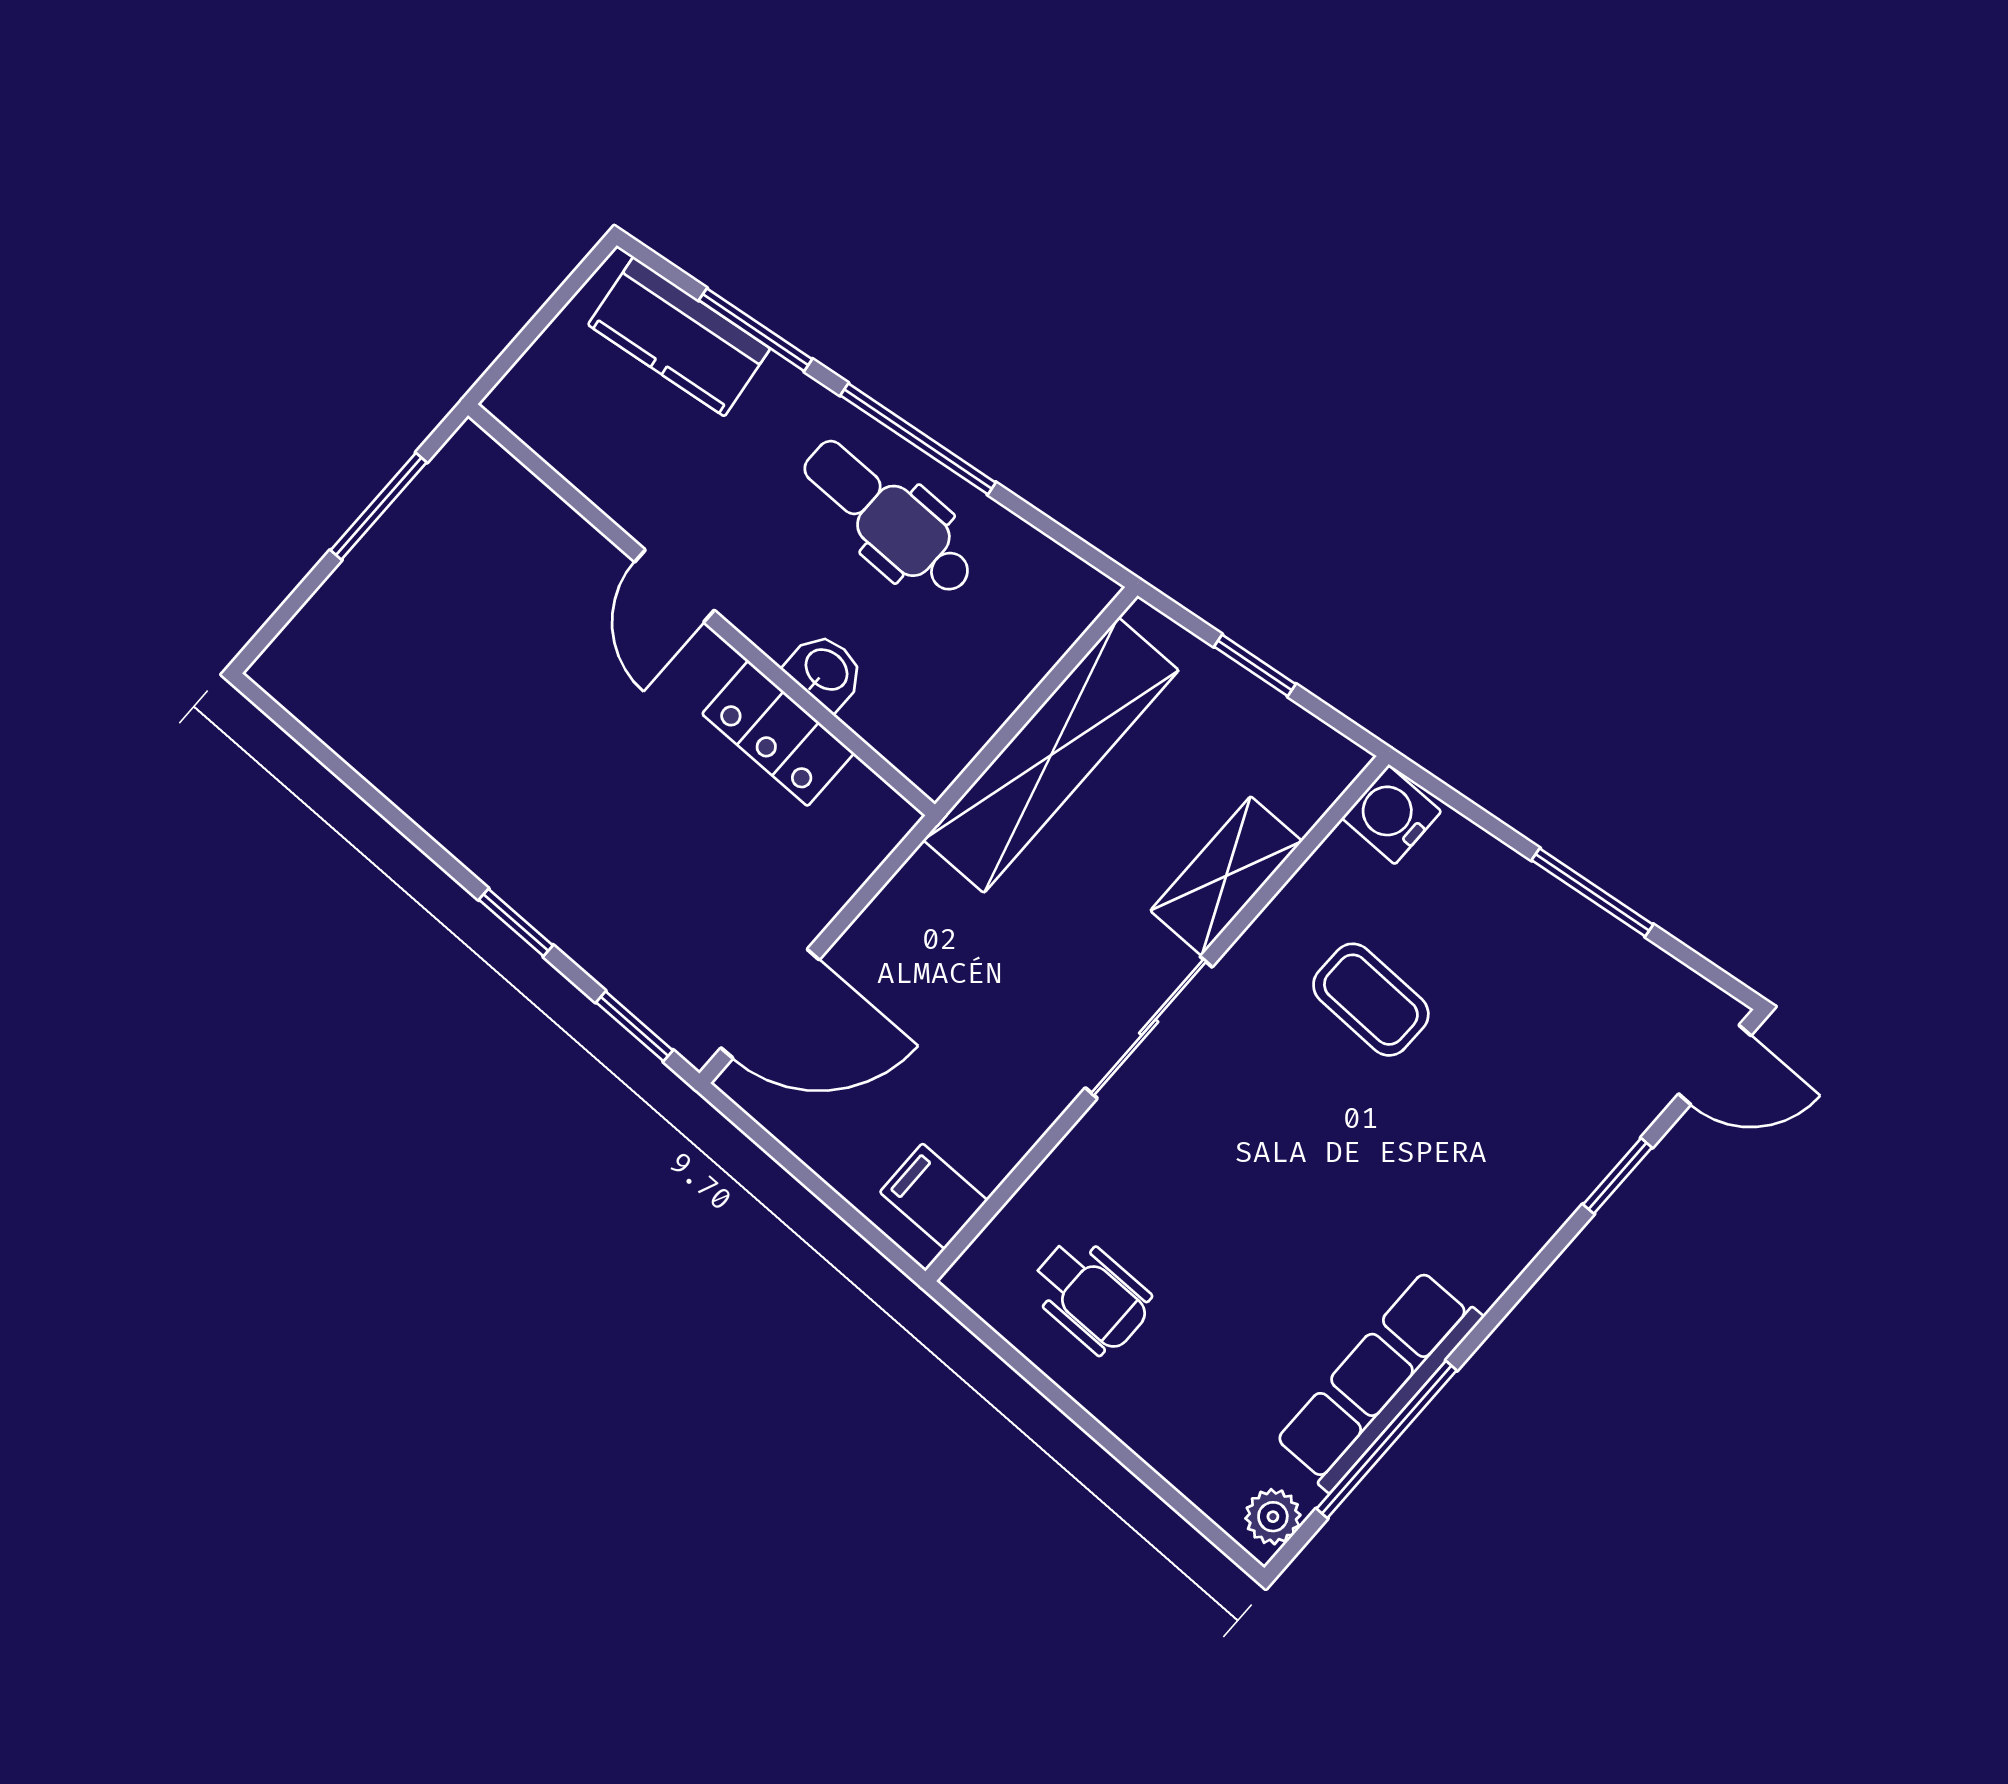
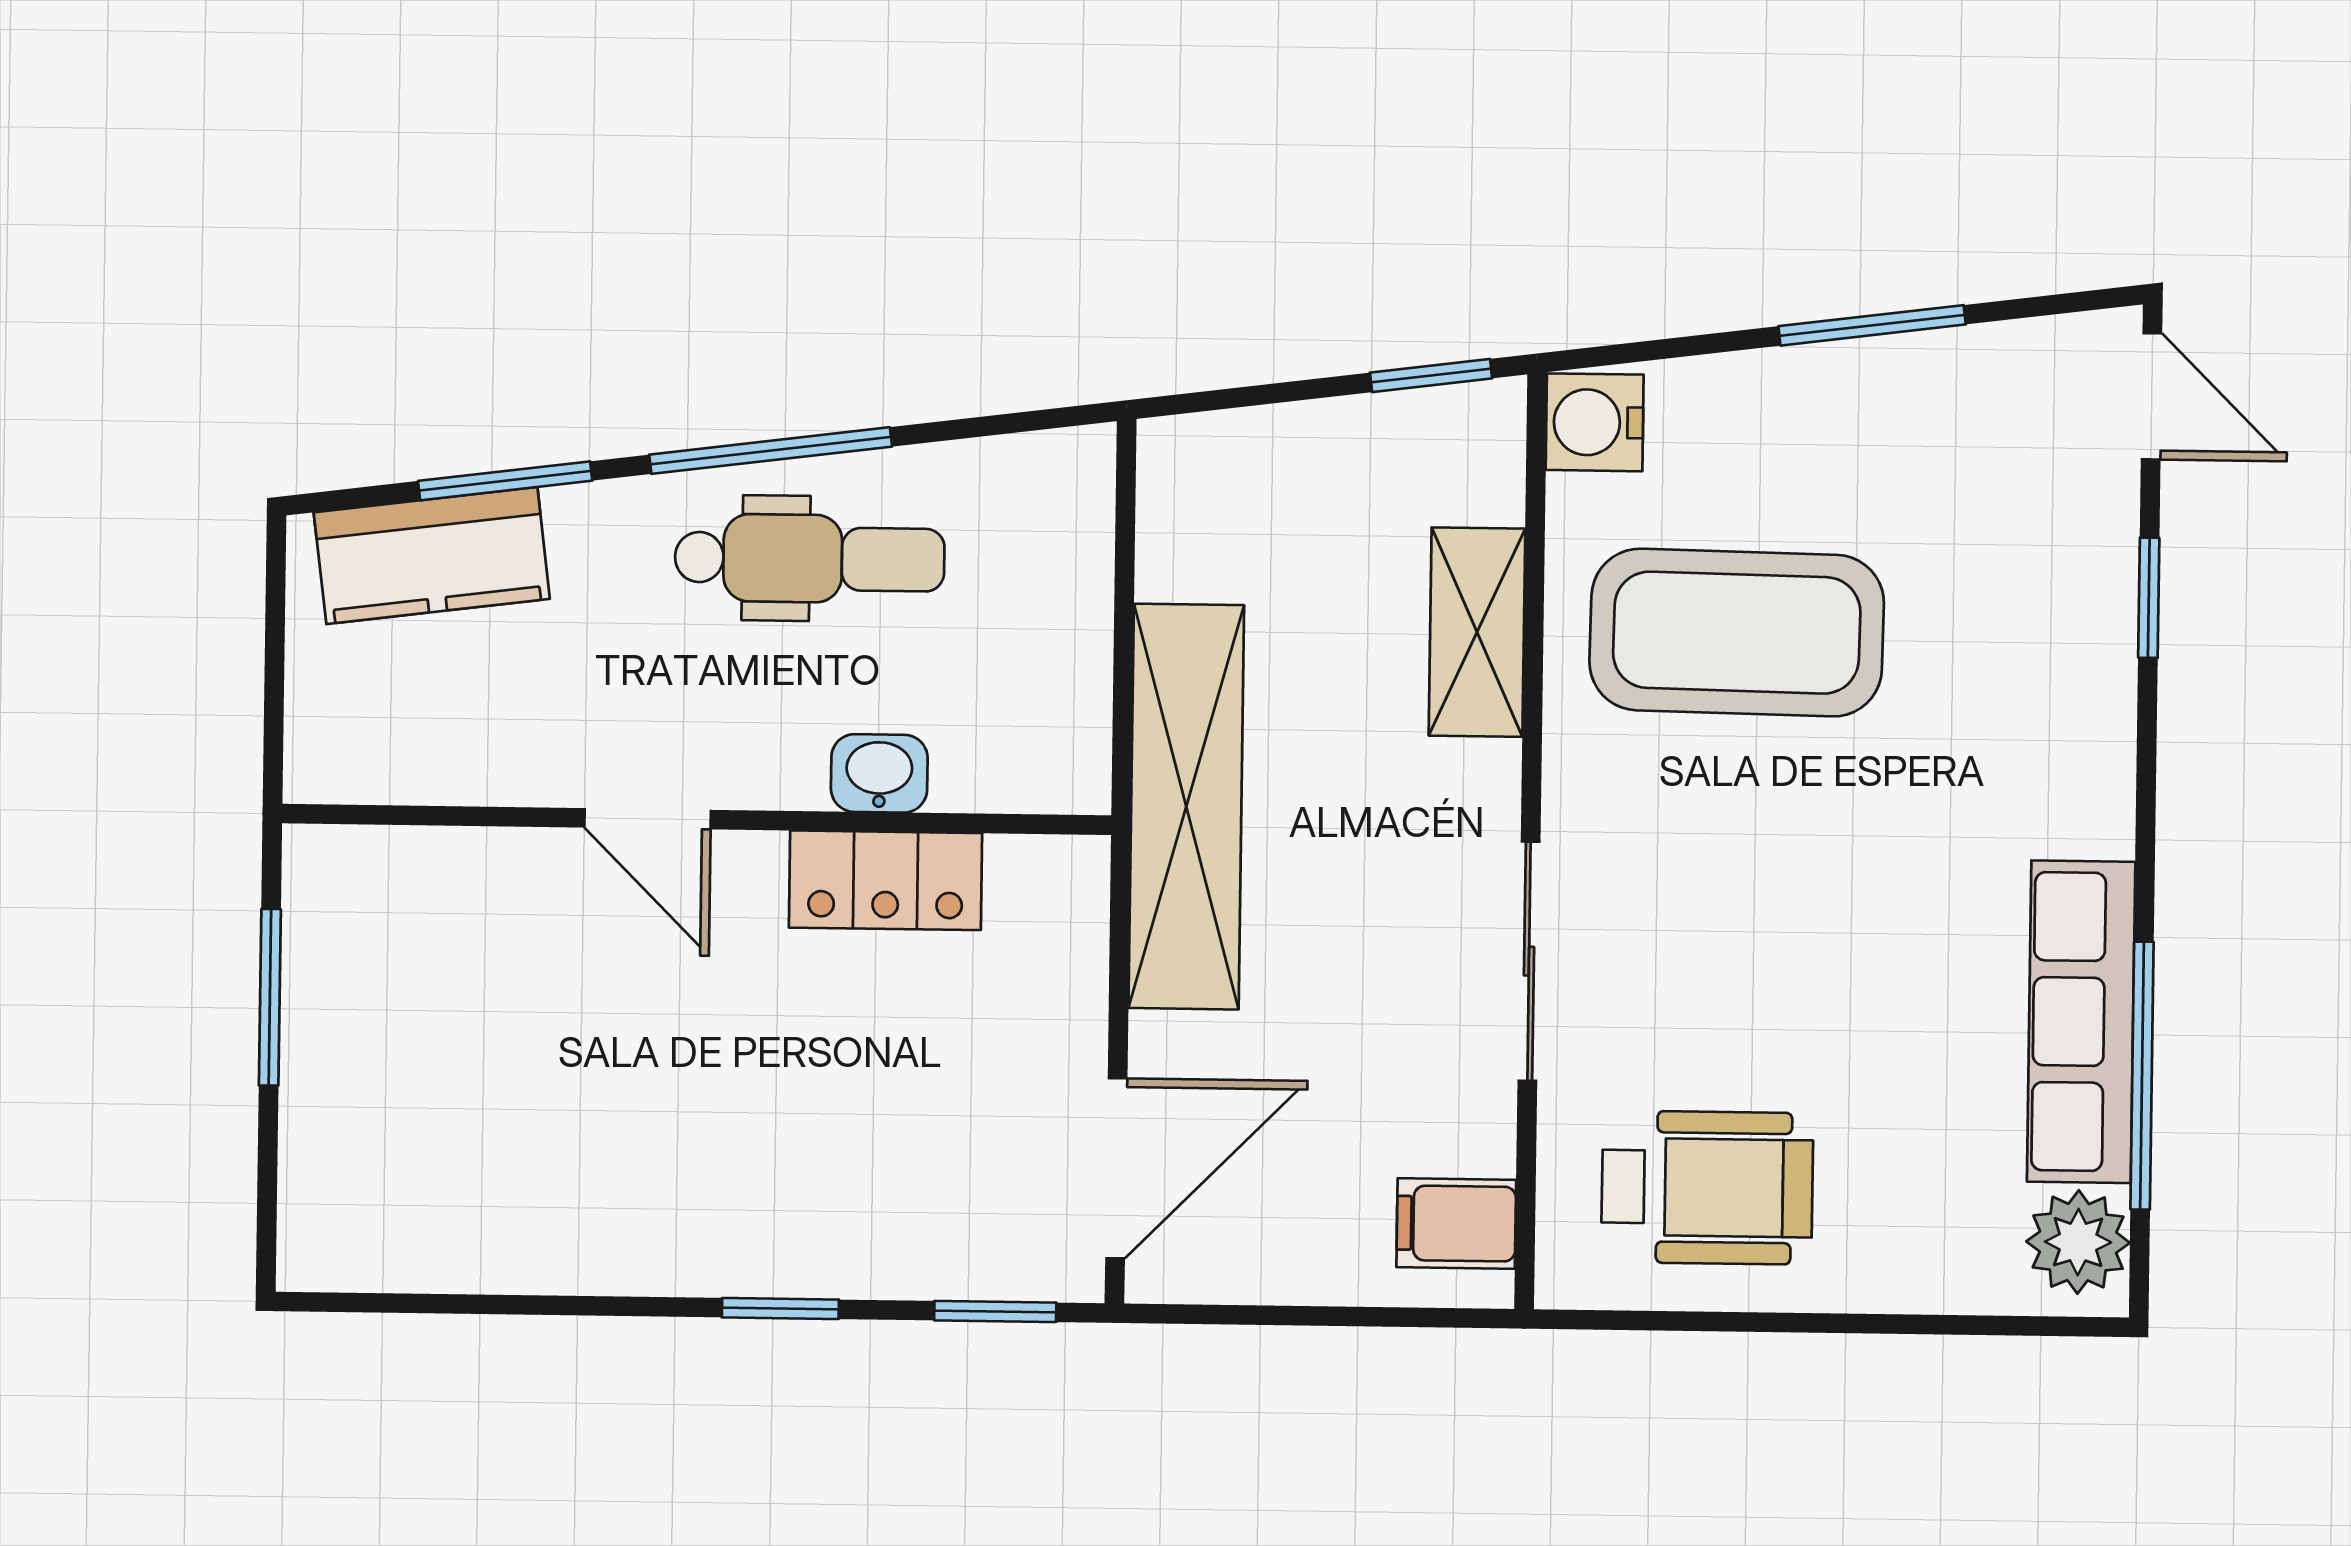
dental chair: (889, 518) -> (810, 559), turned 180
window: (1255, 665) -> (1431, 375), moved
shelving: (1051, 755) -> (1186, 807), moved
coffee table: (1371, 1000) -> (1737, 633), width x1.86, depth x1.72
sliding door: (1149, 1027) -> (1529, 961), moved
door: (1715, 1065) -> (2152, 396), hinge flipped
wheelchair: (1091, 1295) -> (1707, 1188), width x1.36, depth x1.37
plant: (1273, 1517) -> (2078, 1242), width x1.38, depth x1.38

